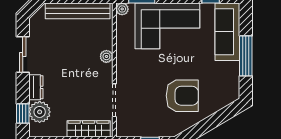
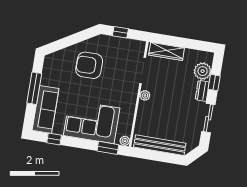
plant: (106, 56) -> (145, 95), moved
window: (23, 114) -> (214, 83), moved

